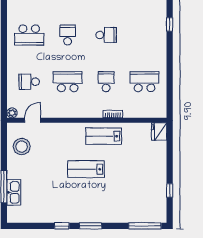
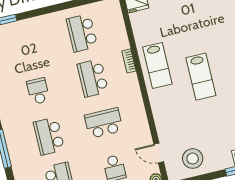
school desk: (68, 35) -> (49, 136), width x1.85
school desk: (68, 82) -> (104, 123), turned 90
school desk: (106, 82) -> (93, 78), width x1.85

